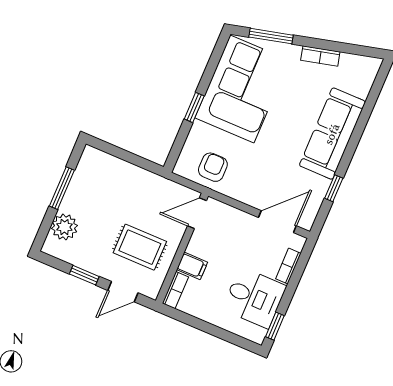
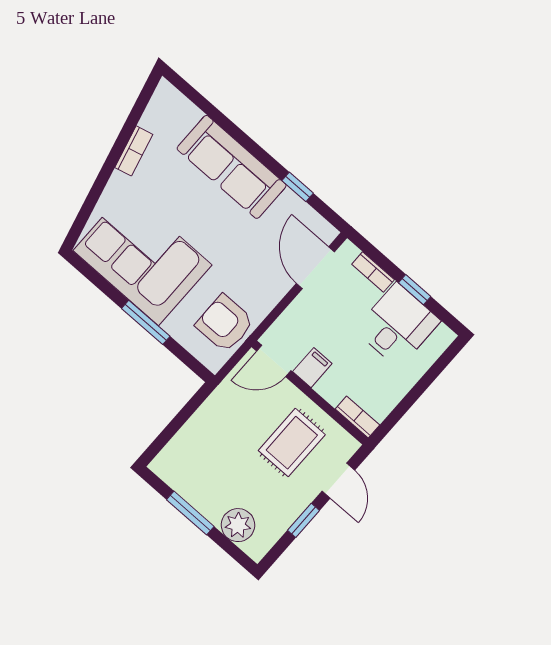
window: (271, 36) -> (90, 202), removed
window: (194, 107) -> (146, 322), width x1.50
armchair: (213, 167) -> (225, 323), width x1.38, depth x1.38
door: (197, 213) -> (274, 361), hinge flipped
filing cabinet: (192, 266) -> (312, 368), moved
window: (275, 326) -> (415, 290), moved

